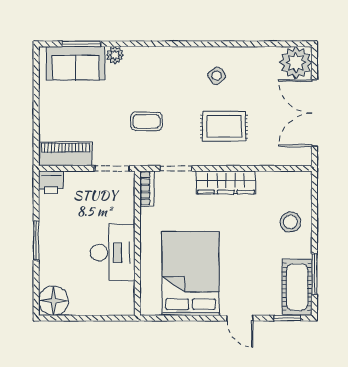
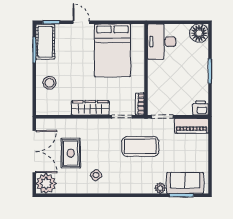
coffee table: (147, 121) -> (140, 146), width x1.86, depth x1.72
rug: (224, 126) -> (71, 153), moved, turned 90
desk: (113, 253) -> (162, 42), moved

